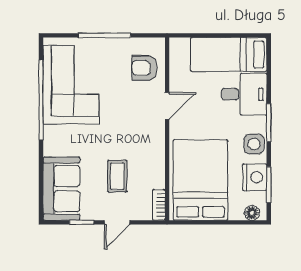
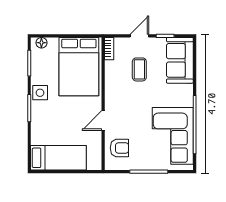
desk: (244, 94) -> (47, 129), removed
nightstand: (255, 177) -> (39, 69), removed

